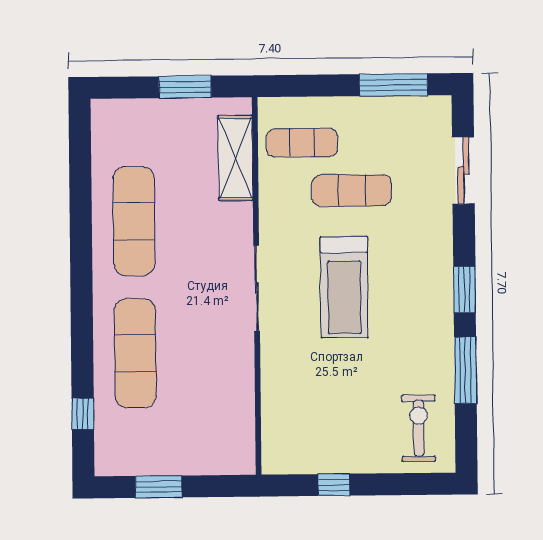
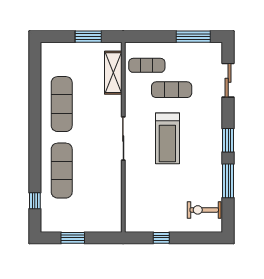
exercise bike: (419, 428) -> (204, 210), turned -90

